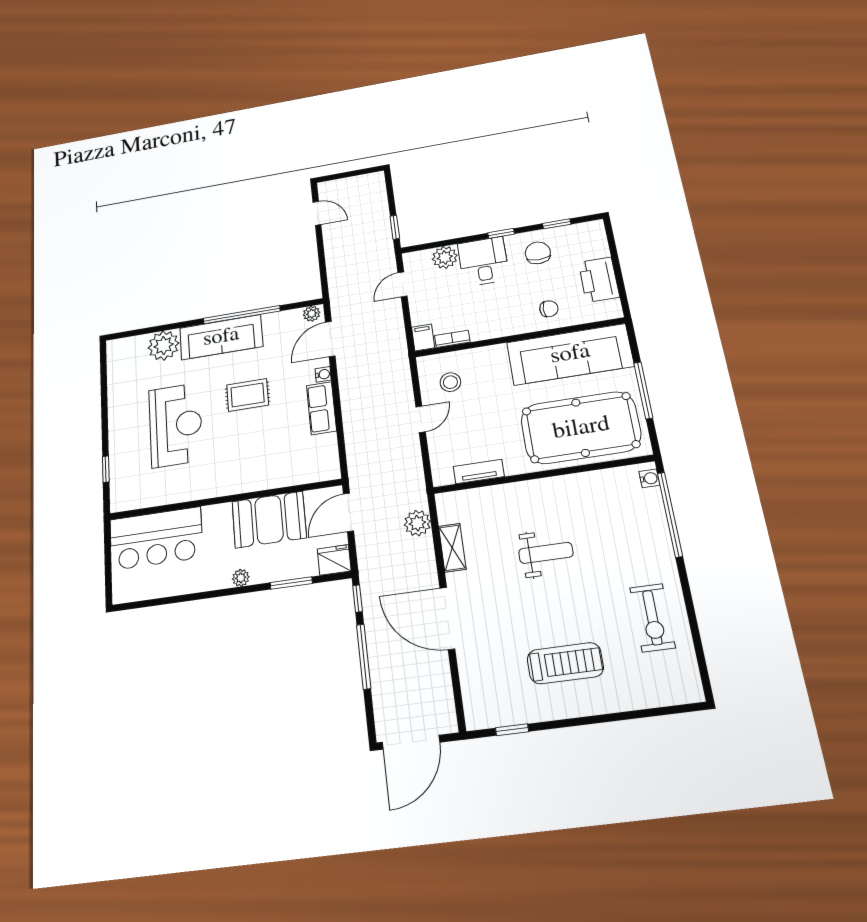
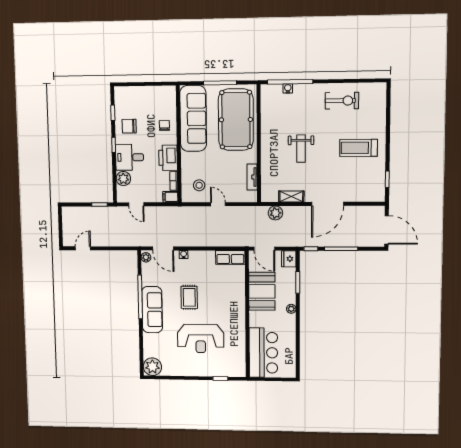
printer: (599, 280) -> (168, 158), moved, turned 90
plant: (164, 346) -> (152, 367), moved
row of seats: (321, 408) -> (230, 257), moved
reception desk: (176, 425) -> (201, 338), turned 180
water cooler: (649, 478) -> (288, 88), moved
weight bench: (546, 553) -> (301, 149), turned 180
treadmill: (565, 663) -> (358, 148), turned -90

